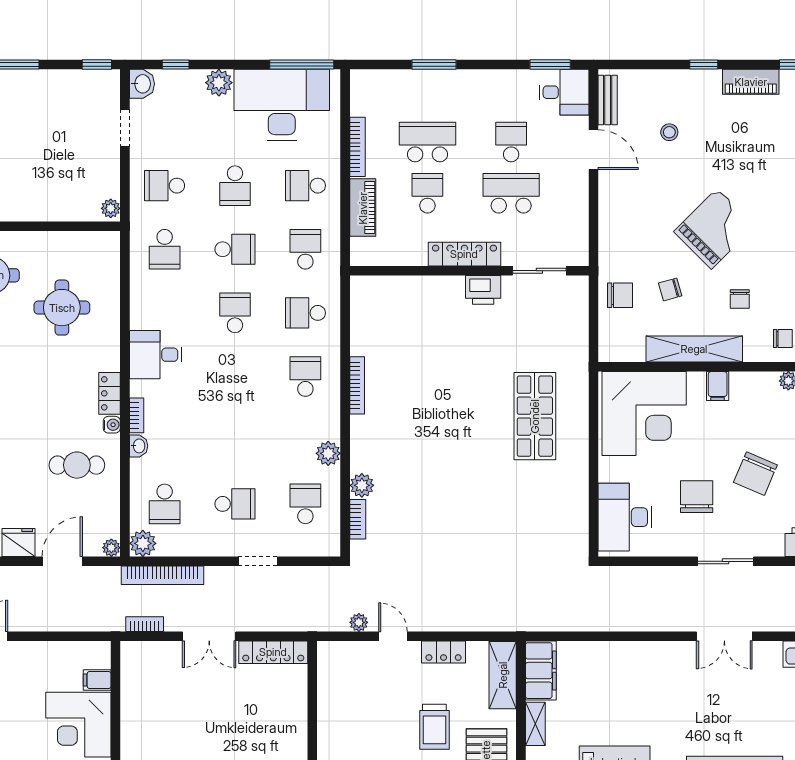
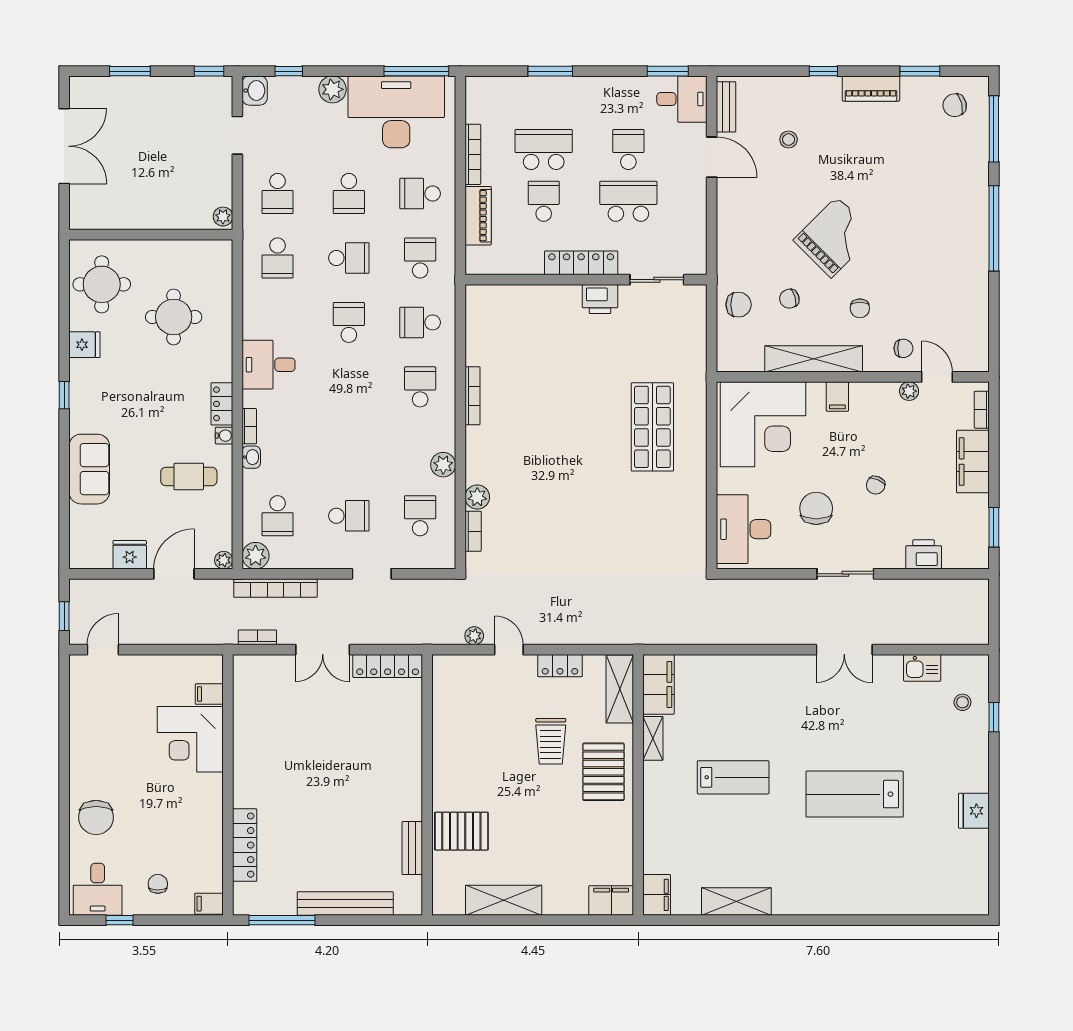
school desk: (165, 186) -> (278, 194), turned -90
chair: (755, 474) -> (876, 485), width x0.54, depth x0.54

